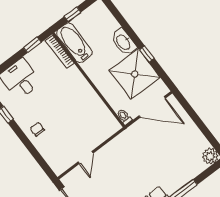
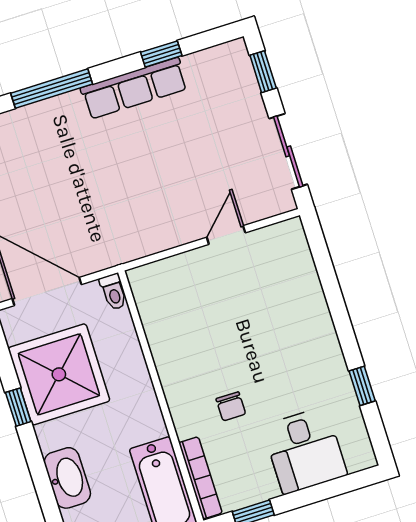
washbasin: (123, 42) -> (67, 478), moved
chair: (37, 129) -> (231, 406), moved

